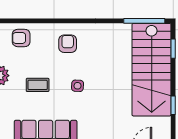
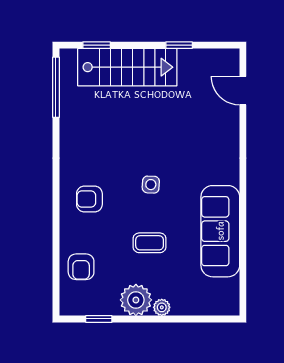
stairs: (152, 70) -> (127, 67), width x0.73, depth x0.66
coffee table: (38, 85) -> (150, 243), turned 90

